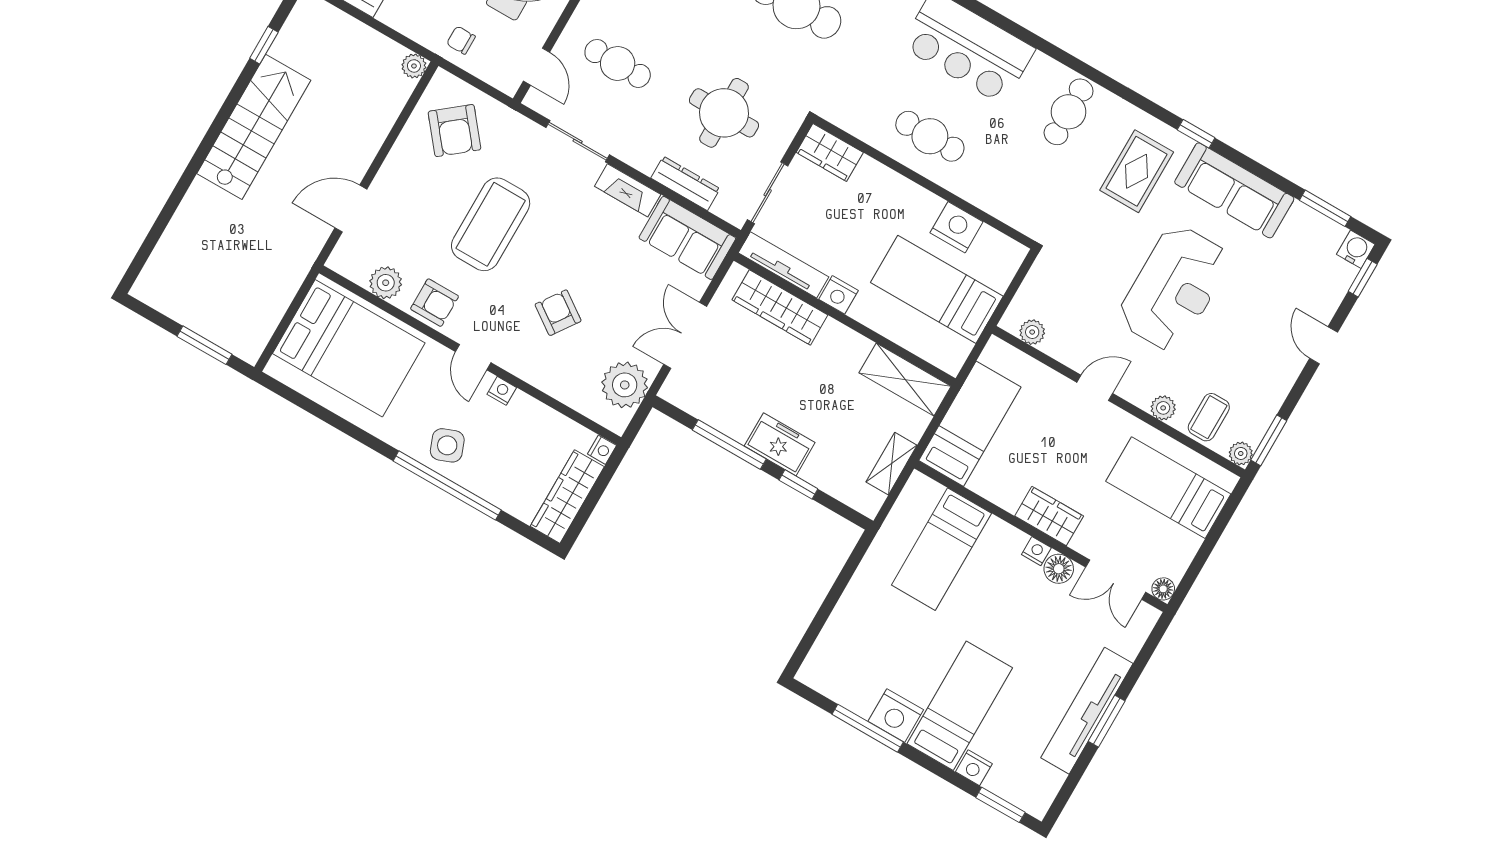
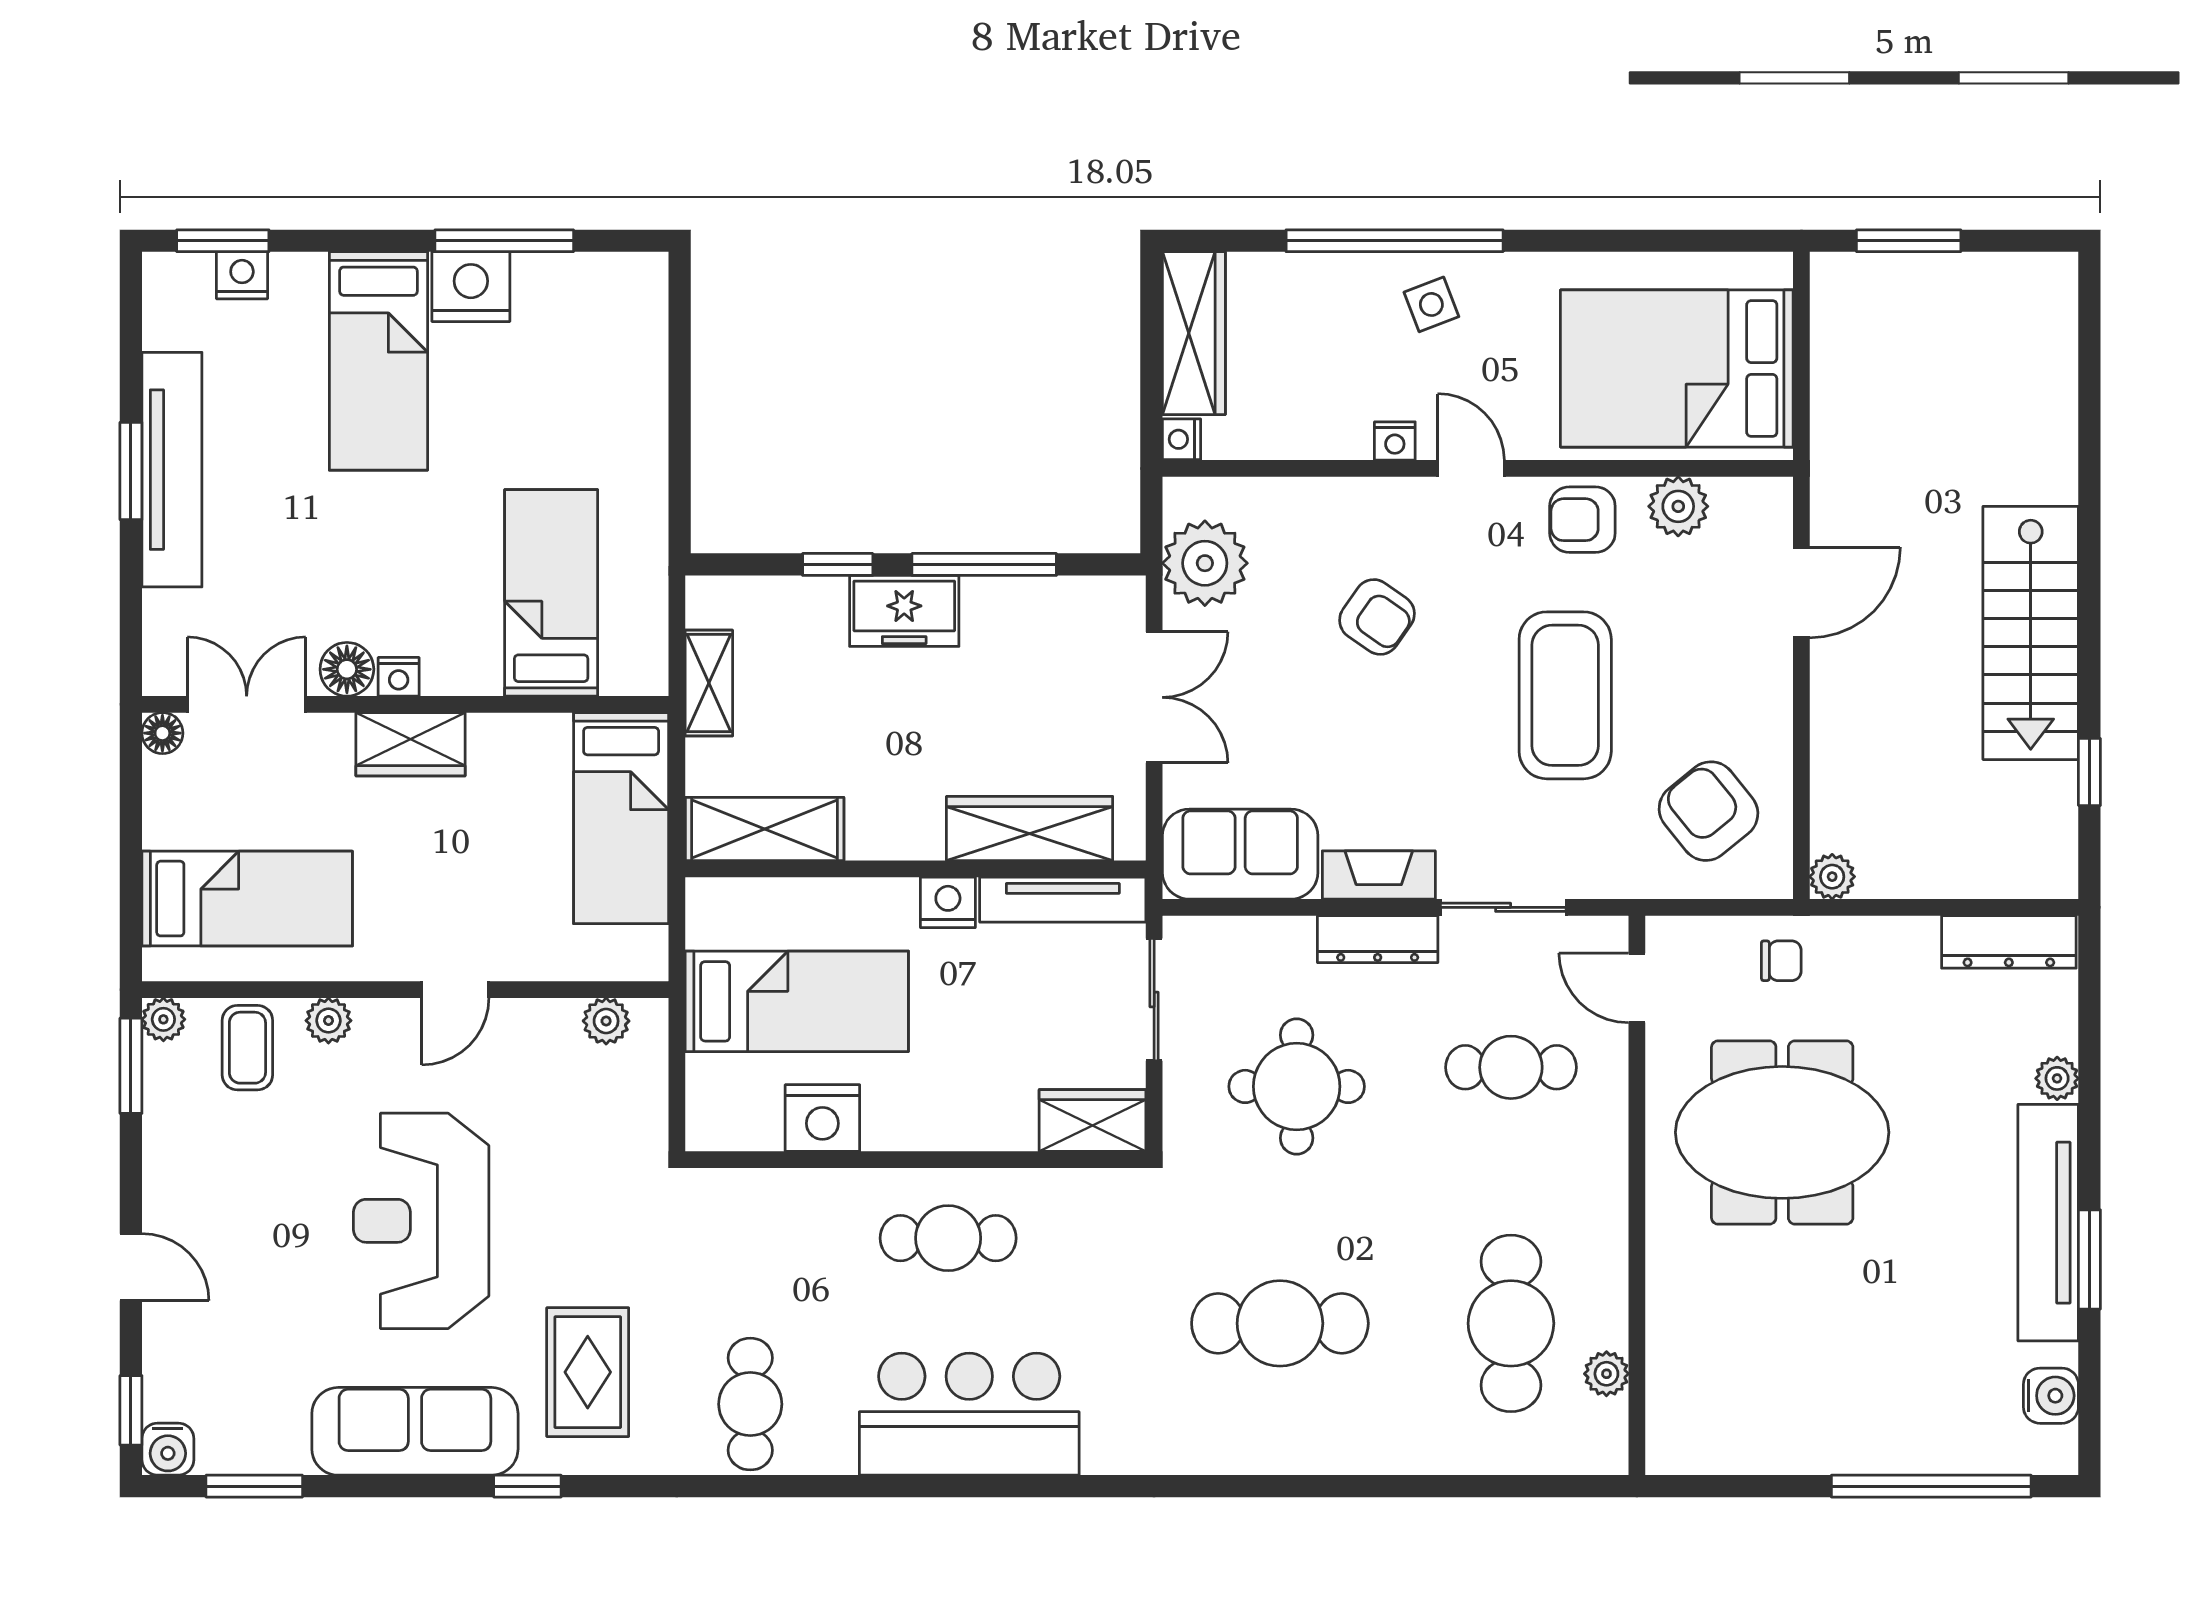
dresser: (685, 183) -> (1378, 939), moved
side table: (447, 445) -> (1431, 304), width x0.73, depth x0.73
nightstand: (974, 768) -> (242, 275), moved

